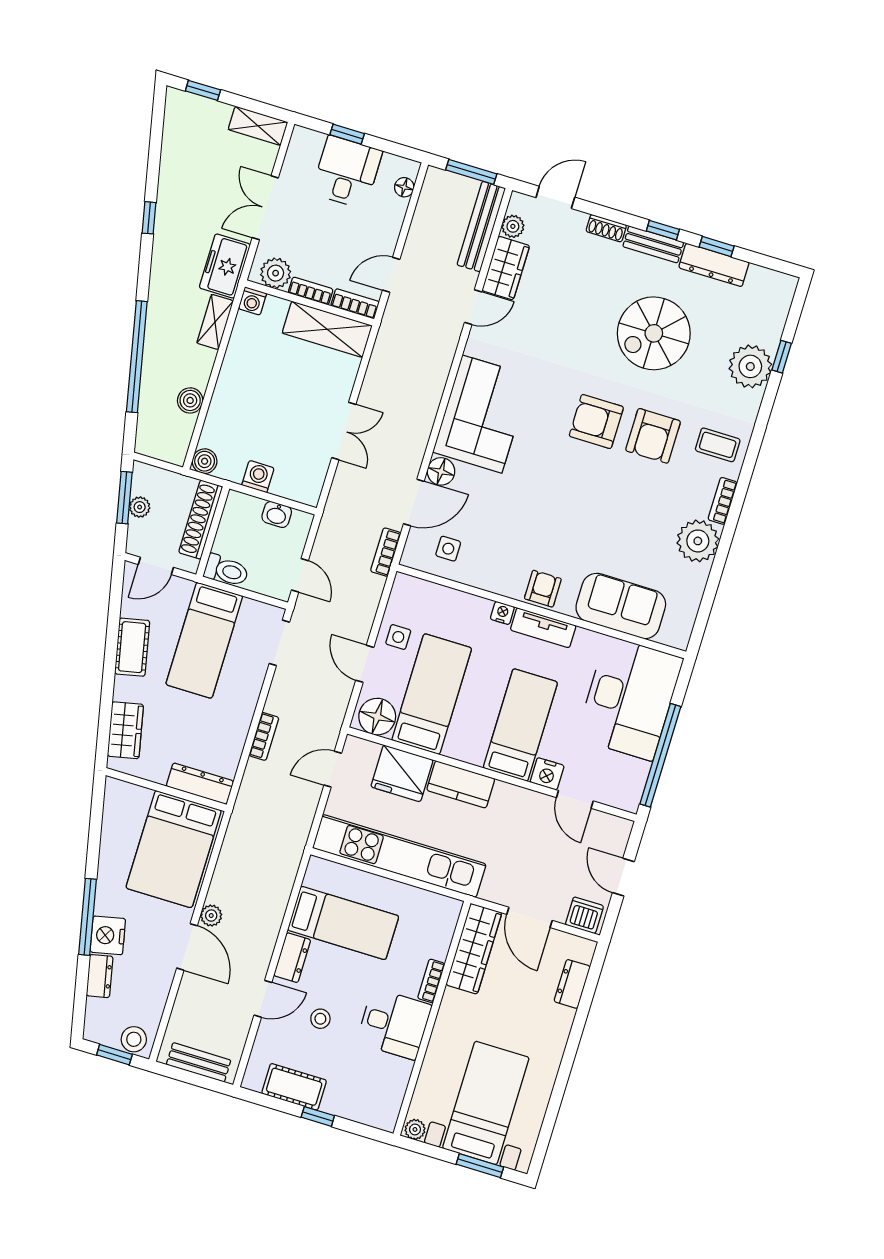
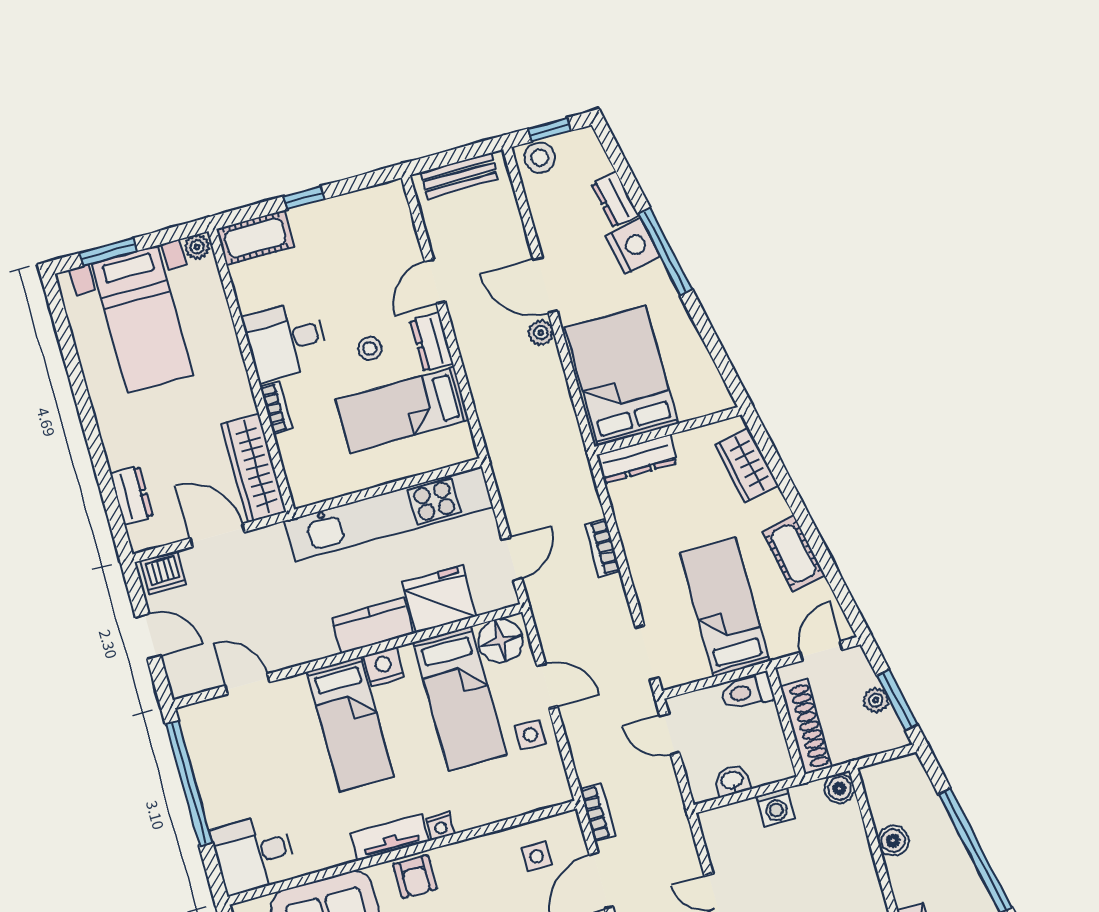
desk: (630, 698) -> (254, 854), width x0.53, depth x0.77
nightstand: (547, 774) -> (384, 666), moved
stool: (320, 1019) -> (370, 349), moved
cot: (294, 1087) -> (255, 238), moved

